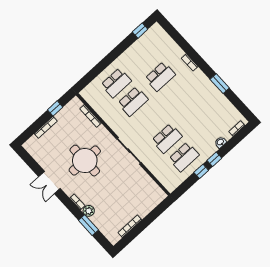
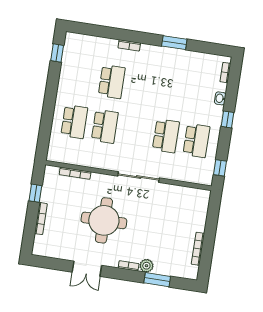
window: (201, 171) -> (220, 168), moved

